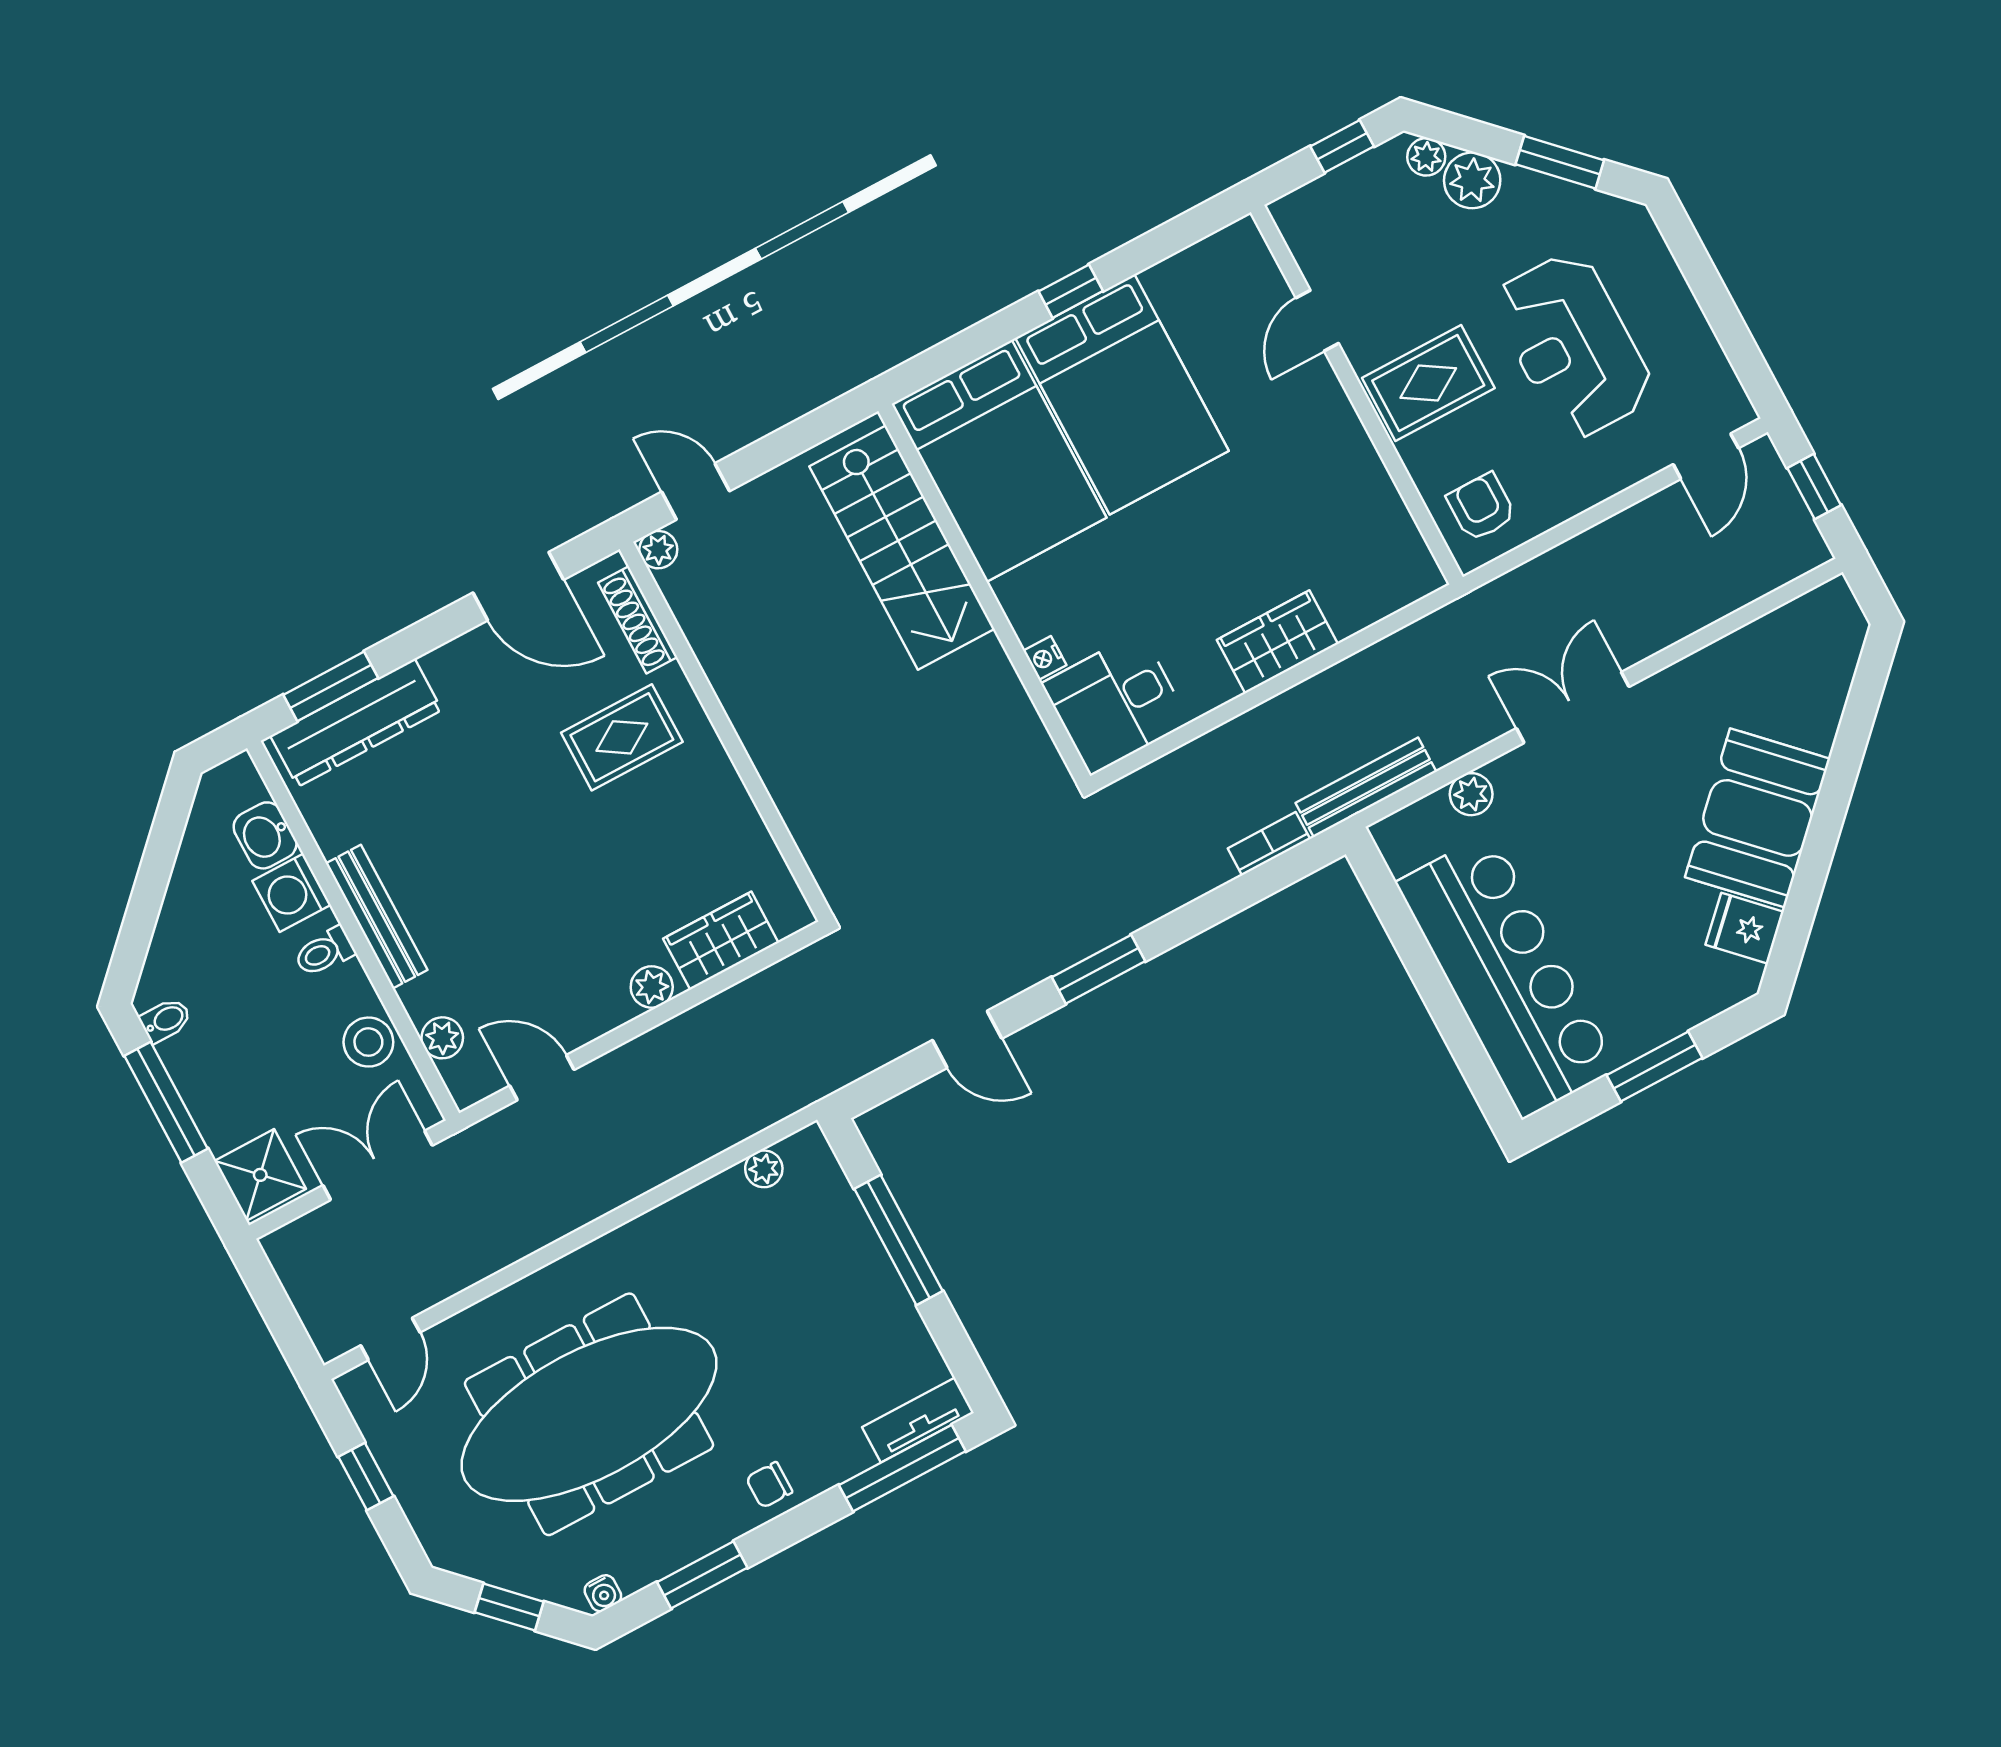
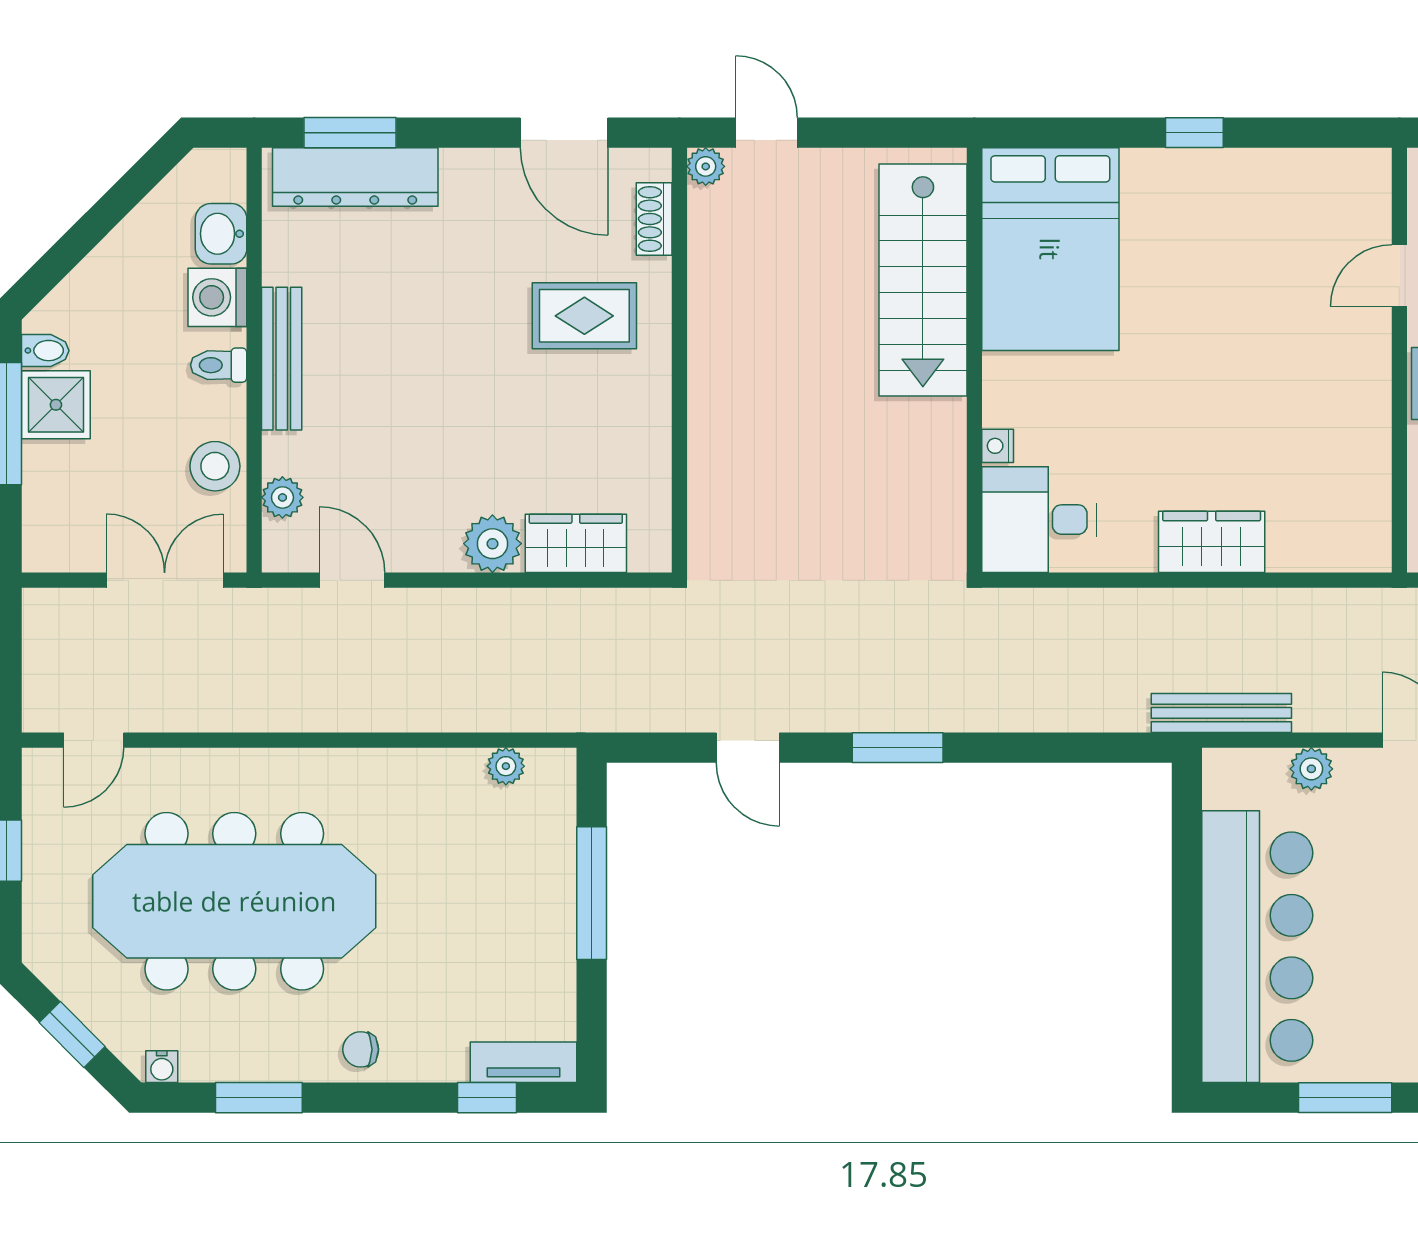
bed: (1122, 394) -> (1191, 248), removed
shoe rack: (638, 620) -> (654, 219), width x0.70
bookcase: (1269, 844) -> (1108, 717), removed
plant: (652, 987) -> (492, 544), width x1.38, depth x1.38
shower: (260, 1175) -> (56, 405), moved
window: (902, 1468) -> (487, 1098), width x0.46

